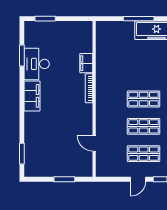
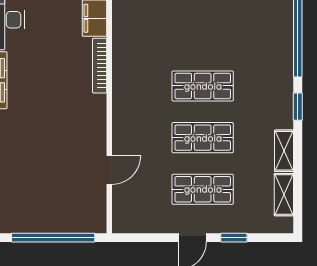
door: (94, 143) -> (109, 170), swing flipped
window: (64, 179) -> (53, 238), width x2.11

